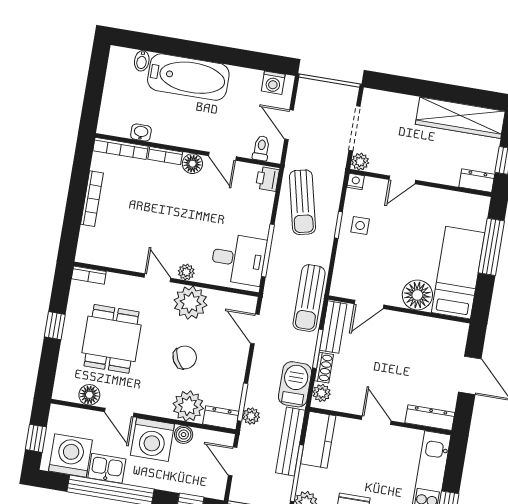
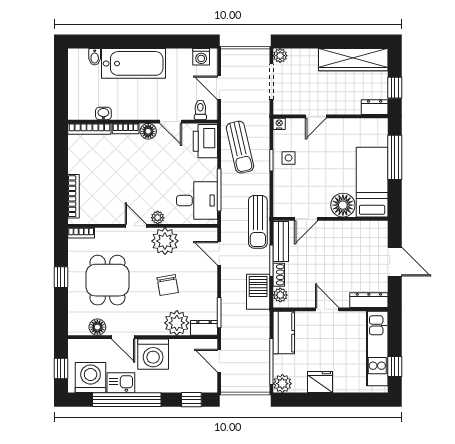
plant: (360, 162) -> (280, 56), moved
printer: (267, 179) -> (205, 141), width x1.87, depth x1.48
bookcase: (92, 199) -> (74, 196), moved
chair: (185, 357) -> (168, 285), turned 107
plant: (251, 416) -> (228, 322), removed
boiler: (184, 435) -> (177, 346), removed
bench: (290, 442) -> (262, 337), removed

